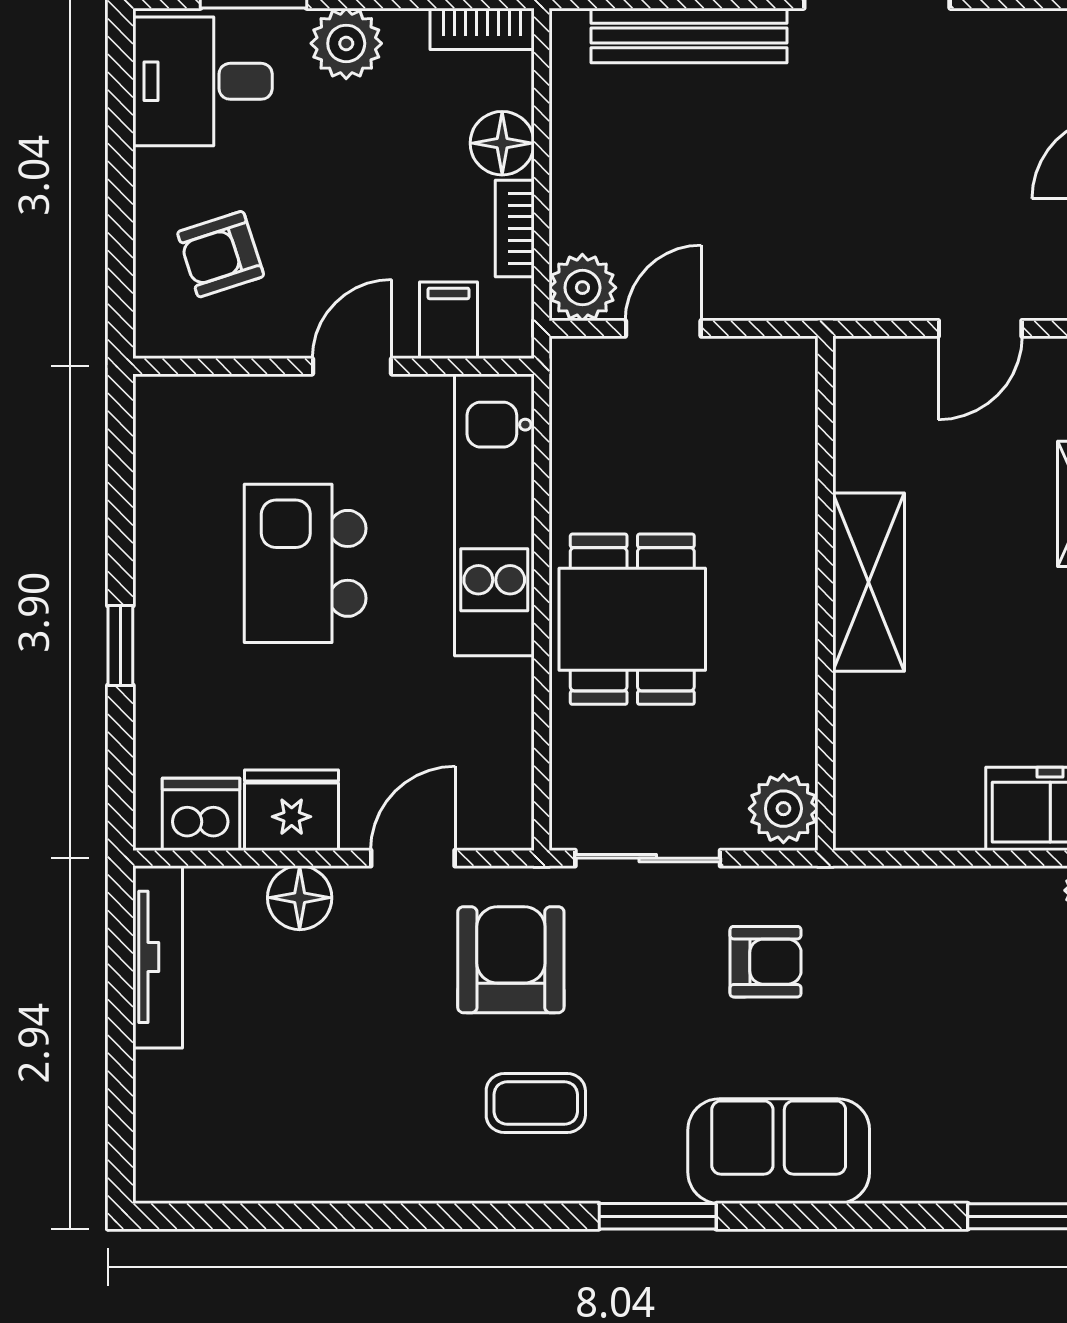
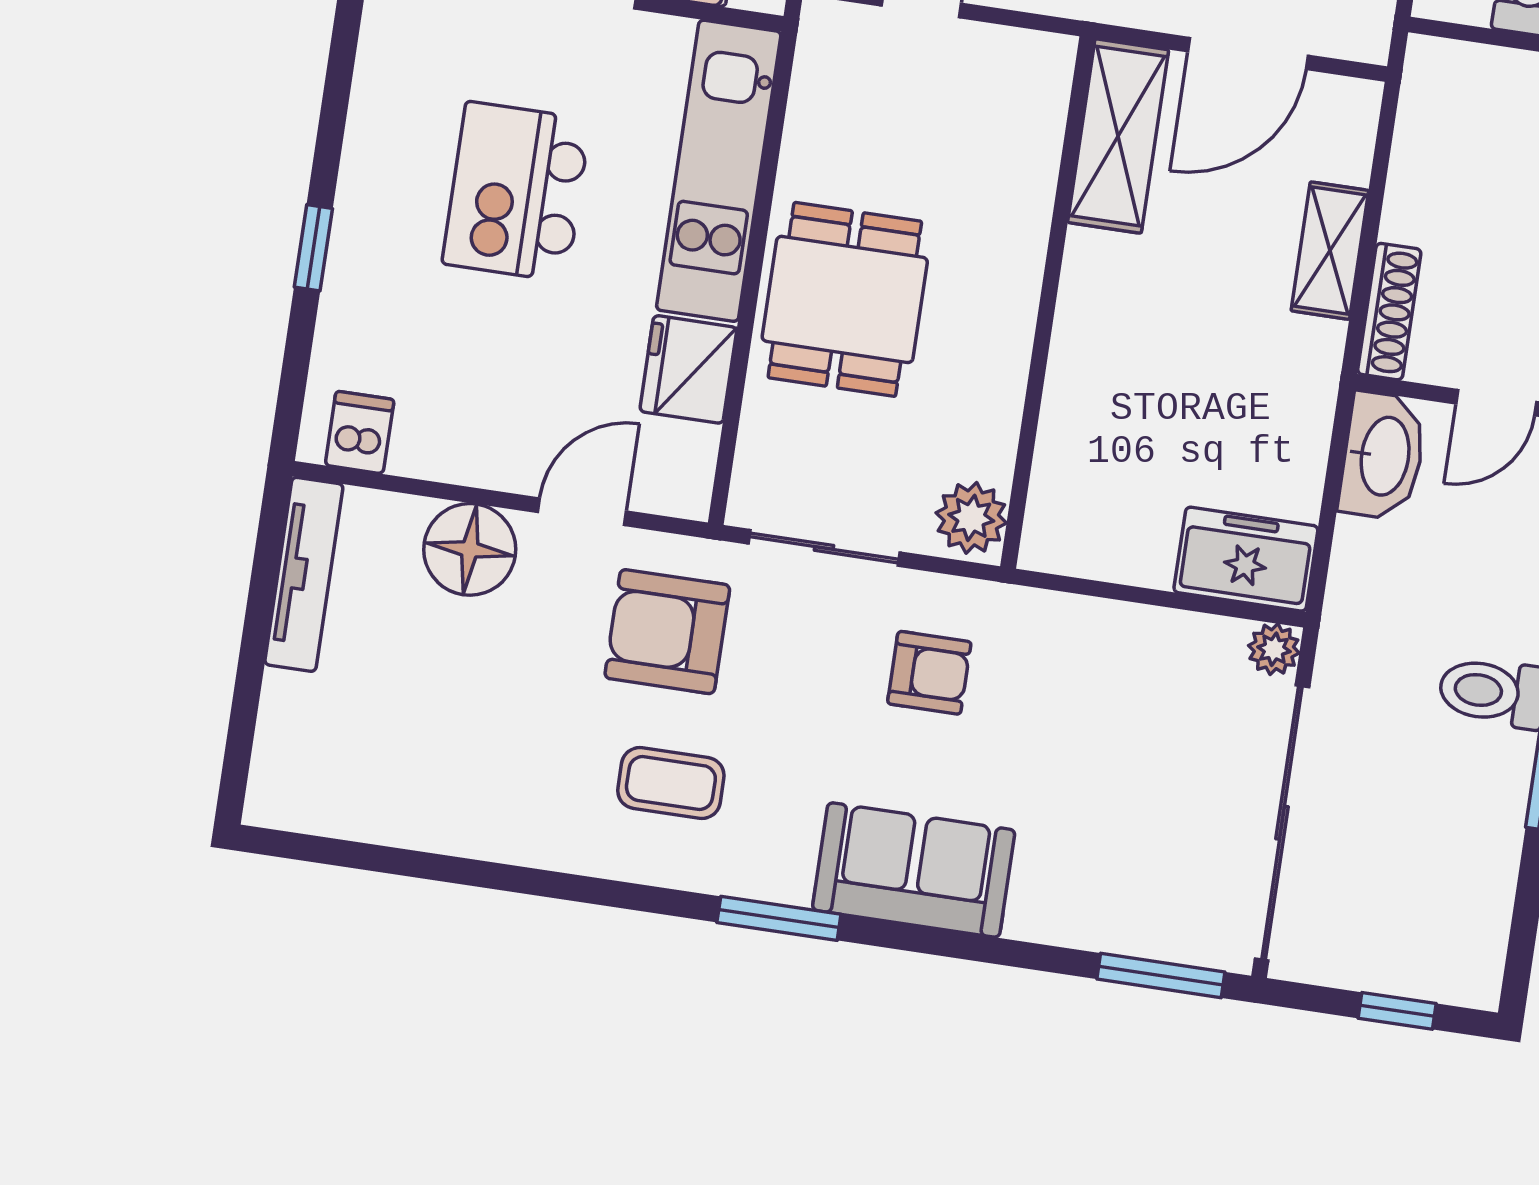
door: (980, 328) -> (1248, 53), width x1.38
shelving: (869, 582) -> (1118, 136), moved
fridge: (292, 810) -> (688, 369), moved, turned -90
dishwasher: (201, 814) -> (360, 432), width x0.73
floor lamp: (300, 898) -> (470, 549), width x1.38, depth x1.38
armchair: (511, 960) -> (667, 632), turned -90

